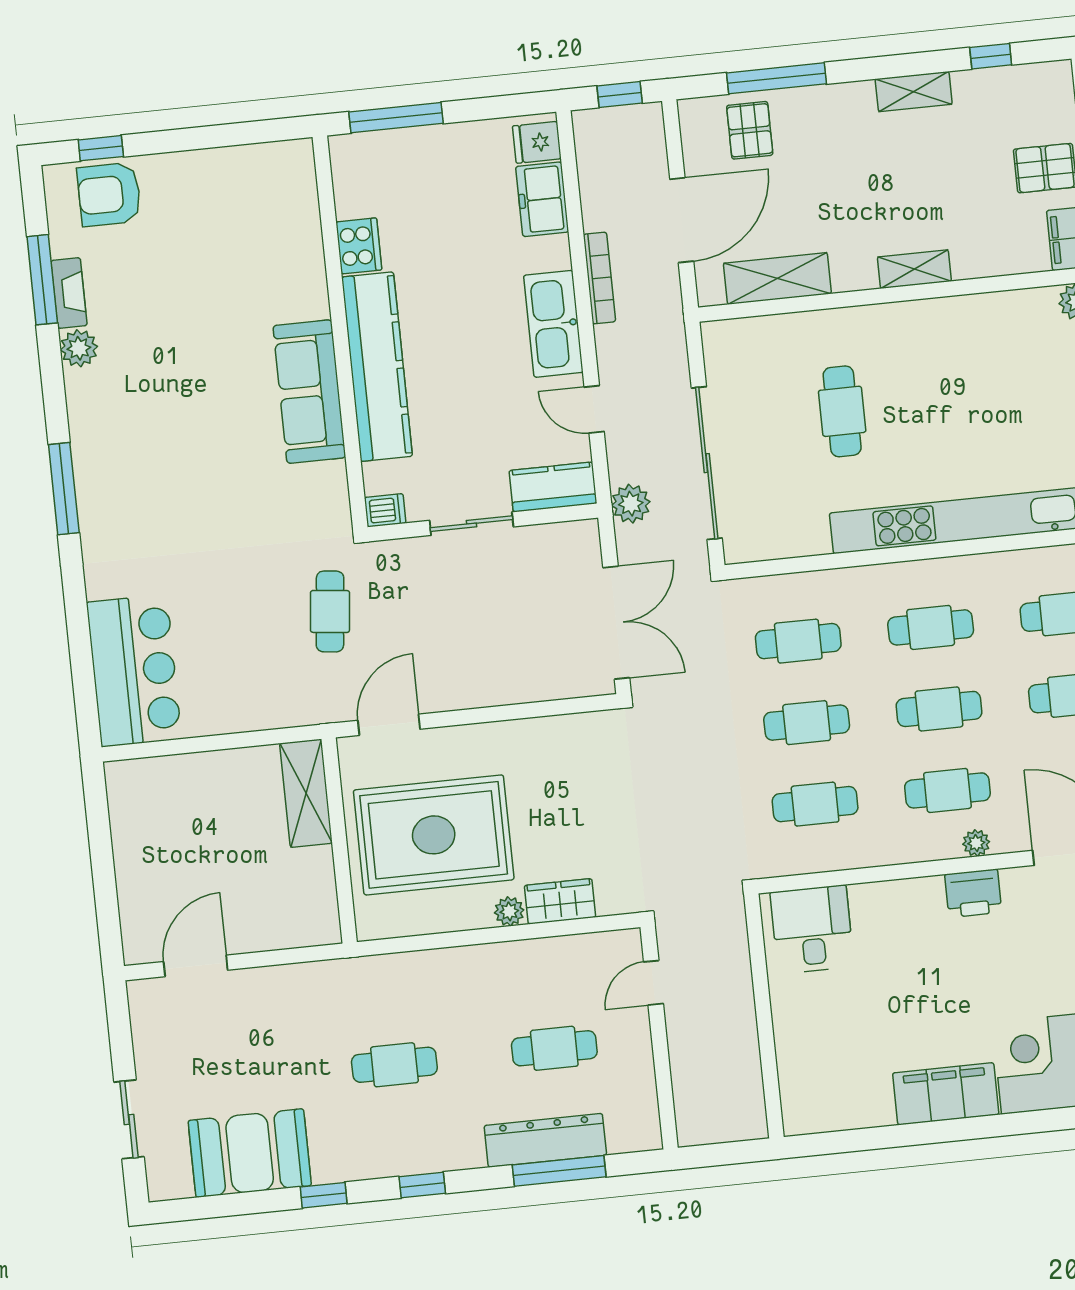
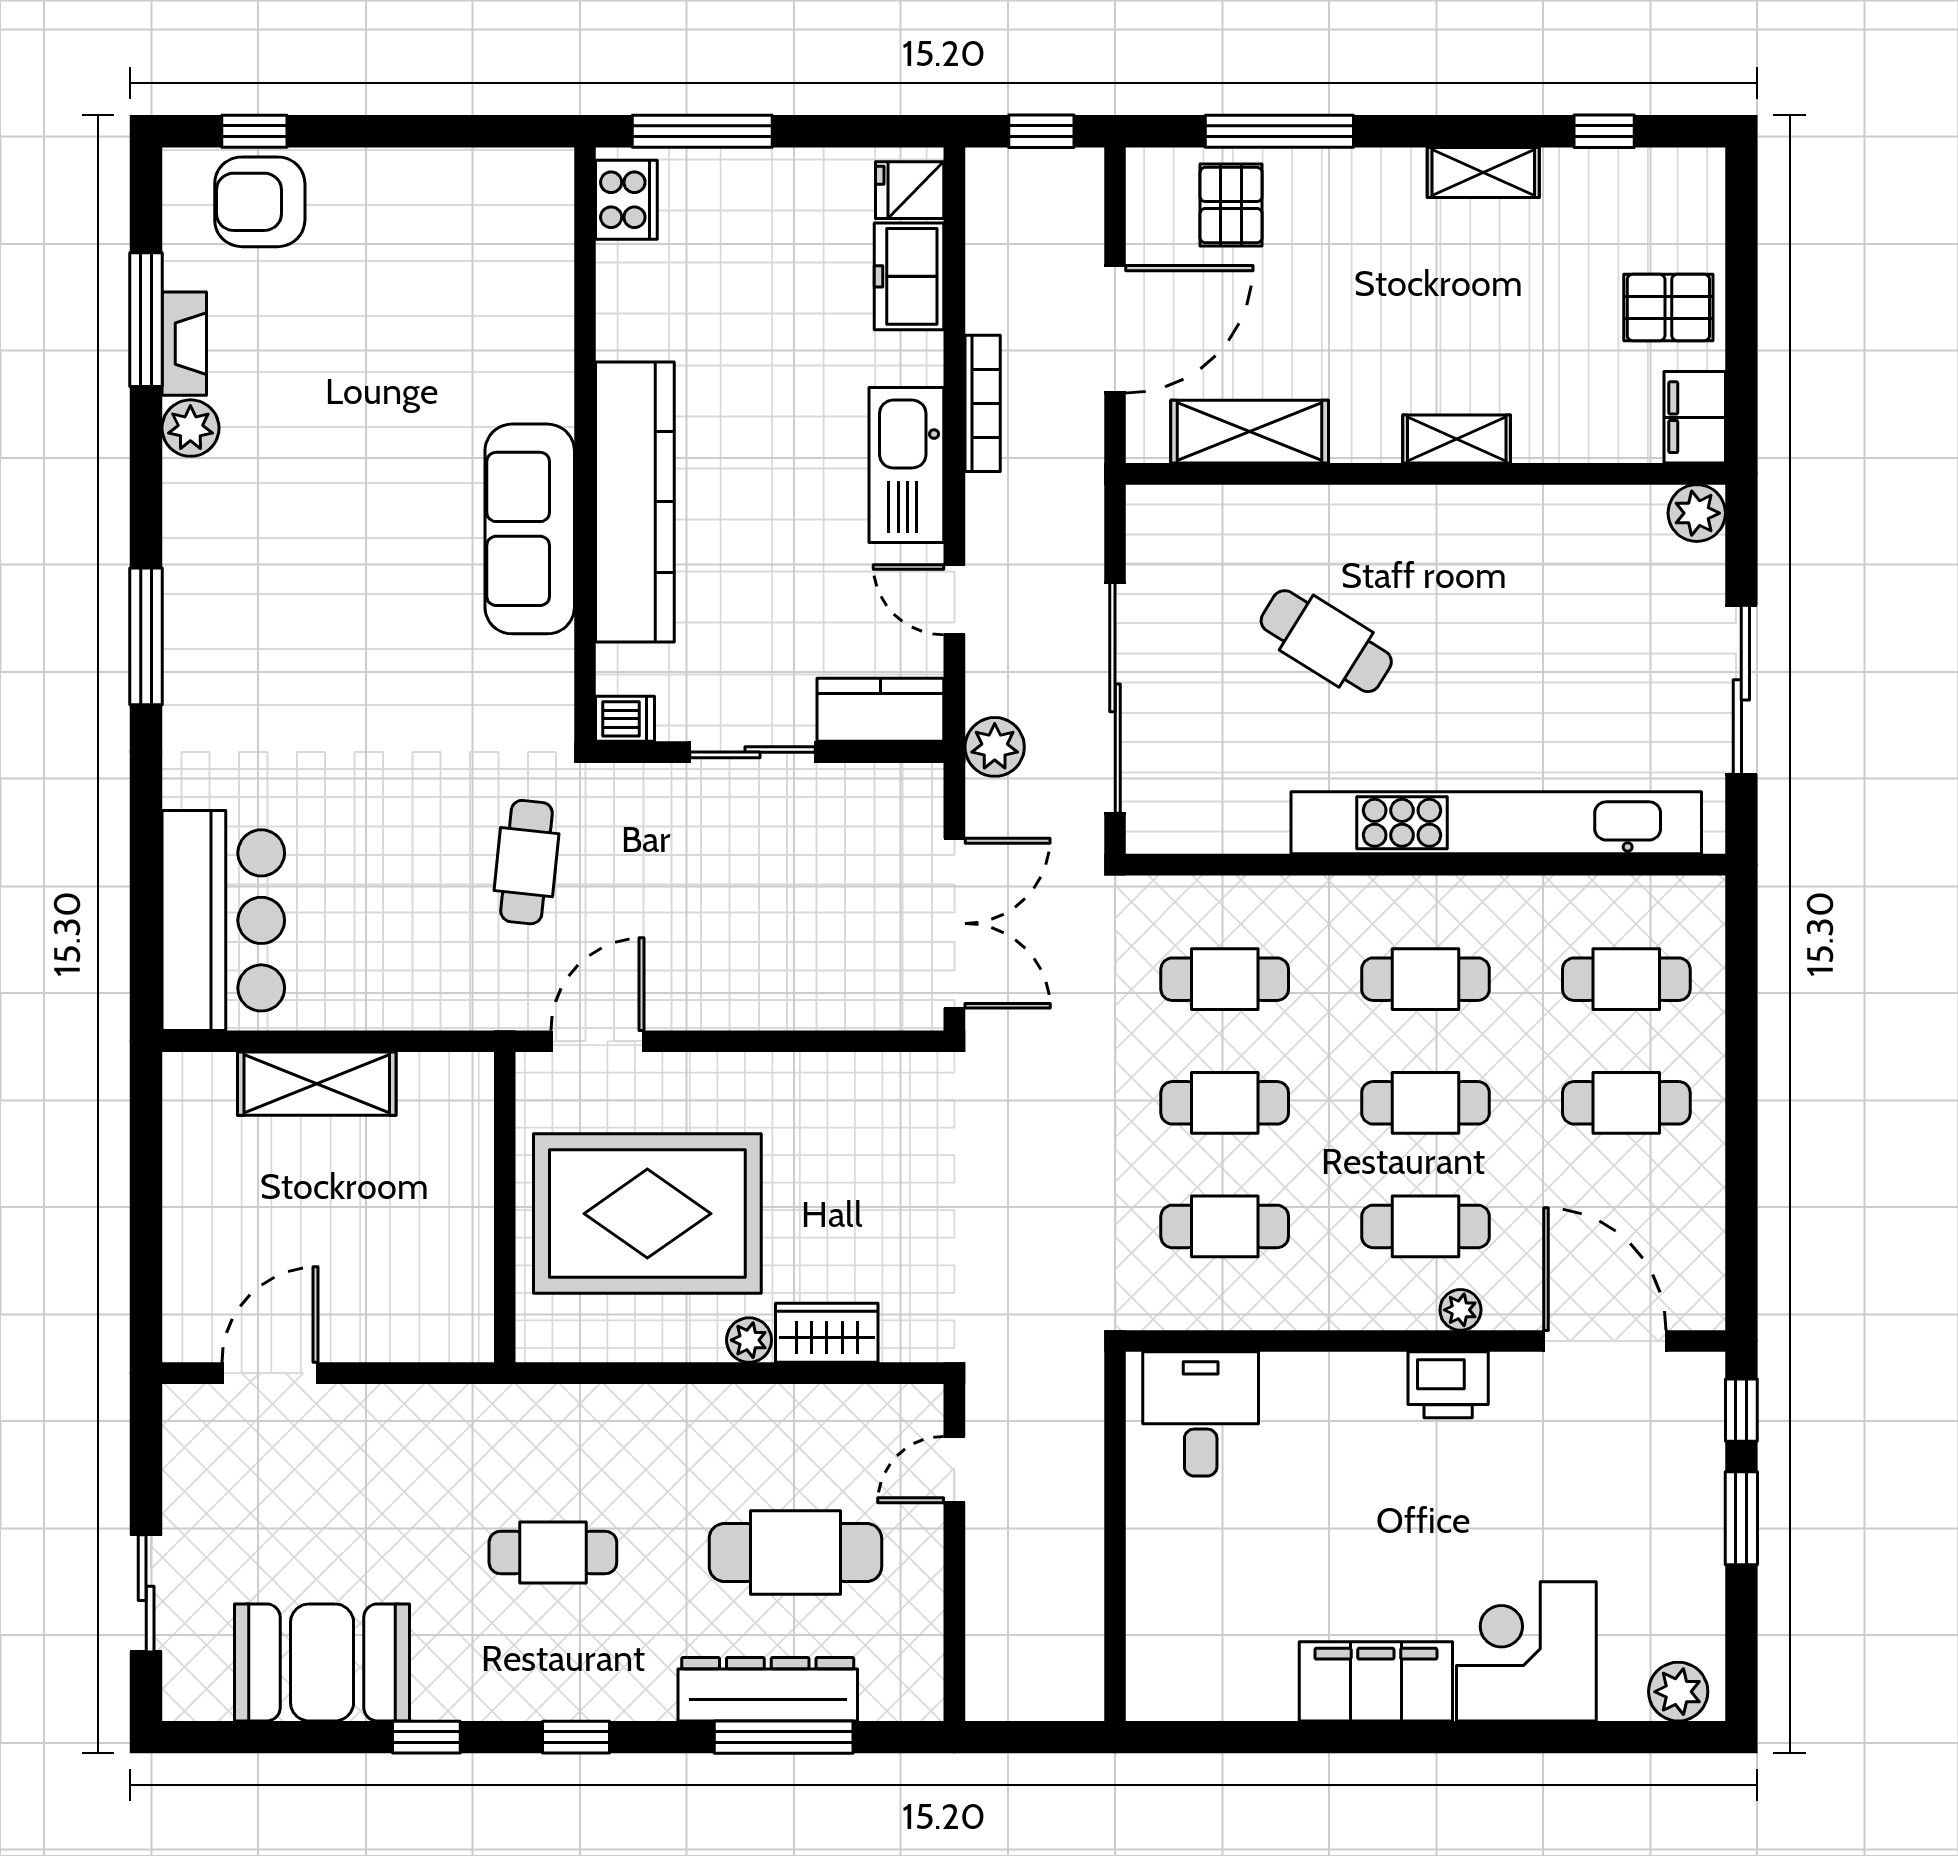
cooker: (359, 246) -> (626, 200), moved
cafe table: (842, 411) -> (1326, 641), turned -58
shelving: (306, 793) -> (317, 1084), moved, turned 90
cafe table: (554, 1048) -> (795, 1552), width x1.37, depth x1.35

